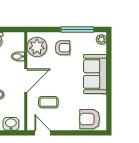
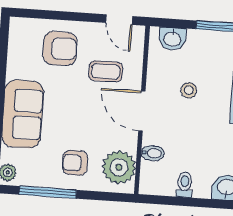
door: (26, 81) -> (142, 111), hinge flipped
armchair: (90, 119) -> (60, 49), moved

